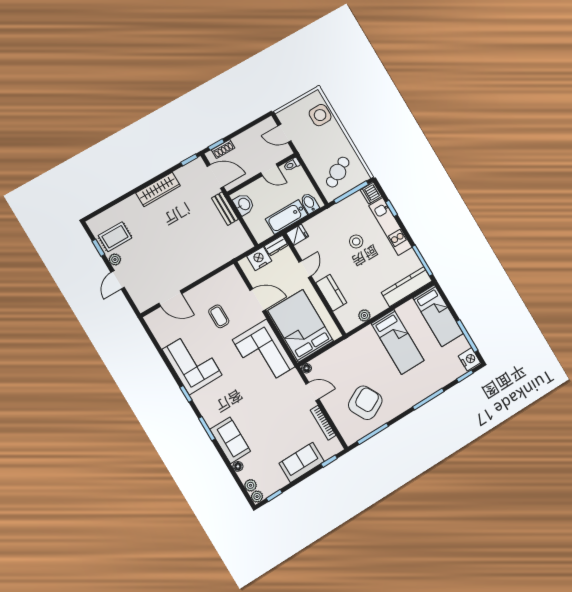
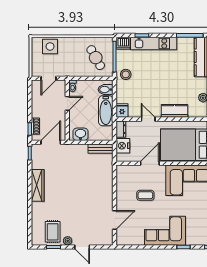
bench: (225, 209) -> (100, 149), moved
stool: (356, 242) -> (126, 74), moved

